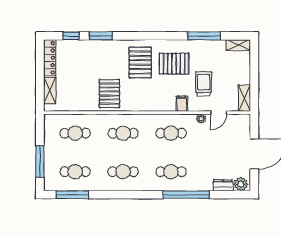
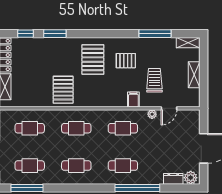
pallet: (174, 64) -> (126, 61), width x0.67, depth x0.71
shelving: (244, 98) -> (194, 75), moved

